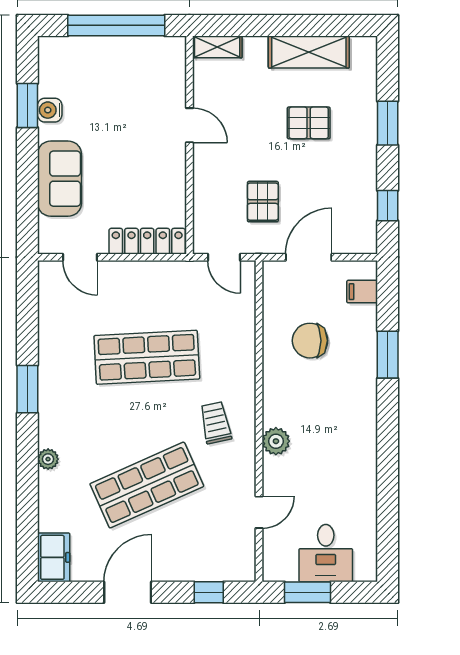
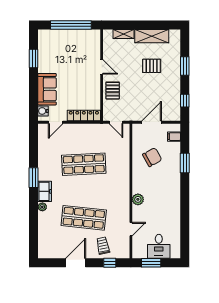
shelving: (217, 47) -> (124, 34), moved
water cooler: (50, 110) -> (43, 111), moved
pallet: (263, 202) -> (113, 91), moved
door: (80, 257) -> (56, 122), hinge flipped
chair: (310, 341) -> (152, 157), turned 151
trolley: (216, 423) -> (103, 246), moved
shop shelf: (147, 485) -> (84, 218), turned 30
freezer: (54, 557) -> (45, 191), moved

